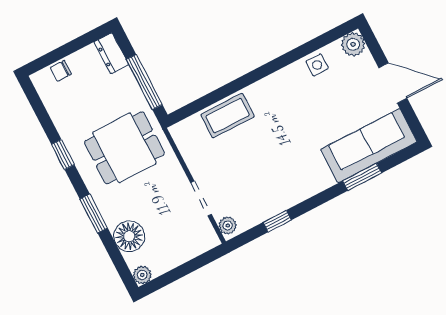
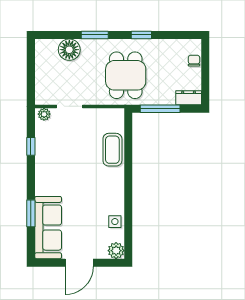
plant: (142, 275) -> (41, 45), removed

